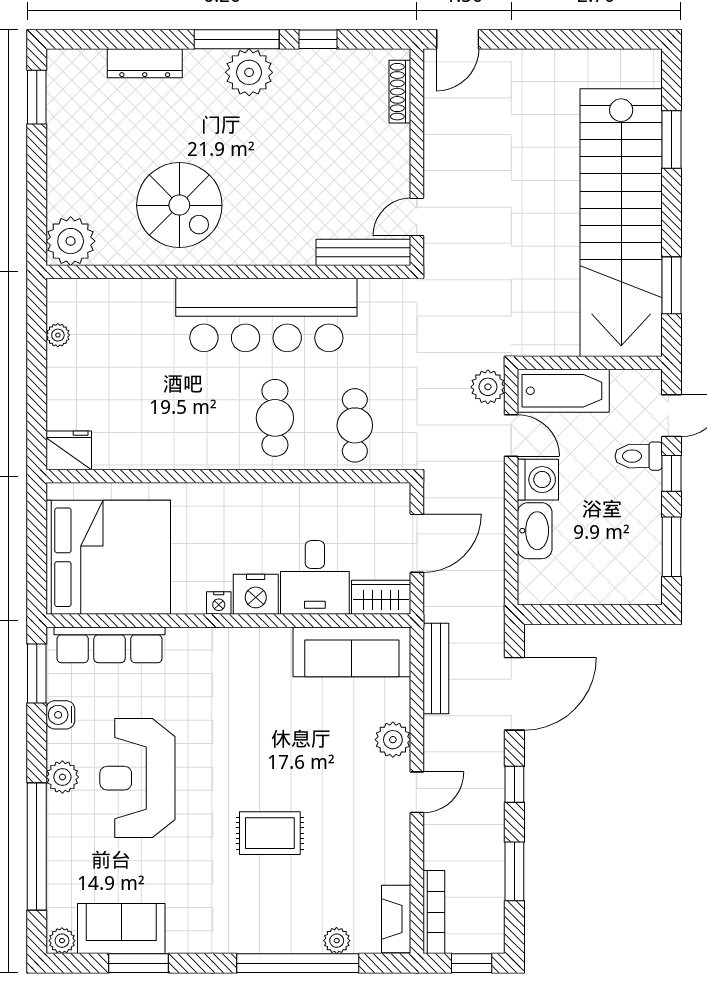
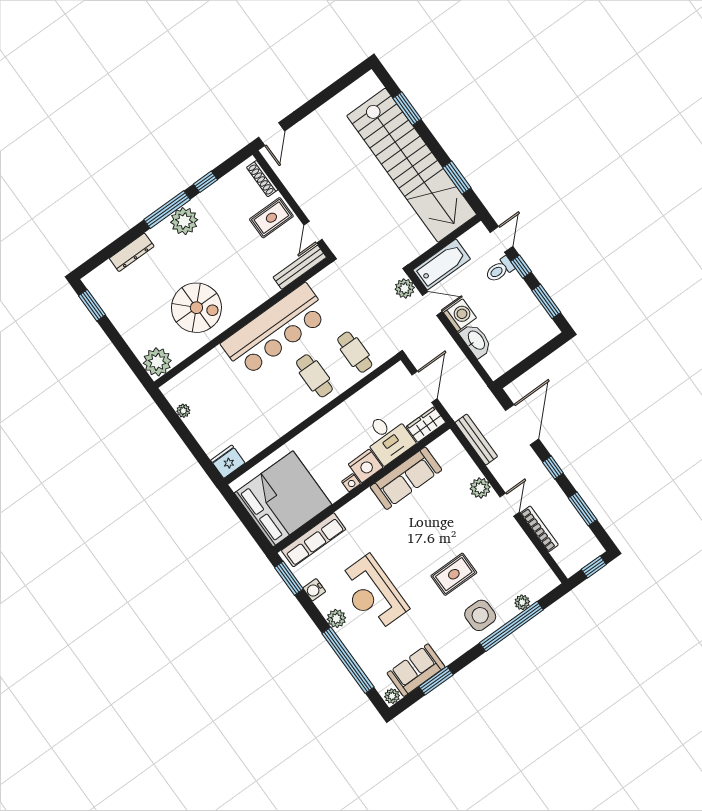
rug: (374, 155) -> (271, 218), added
sofa: (352, 652) -> (406, 478), moved
bookcase: (434, 912) -> (539, 529), moved
side table: (265, 917) -> (480, 615), added
fireplace: (396, 919) -> (543, 572), removed

